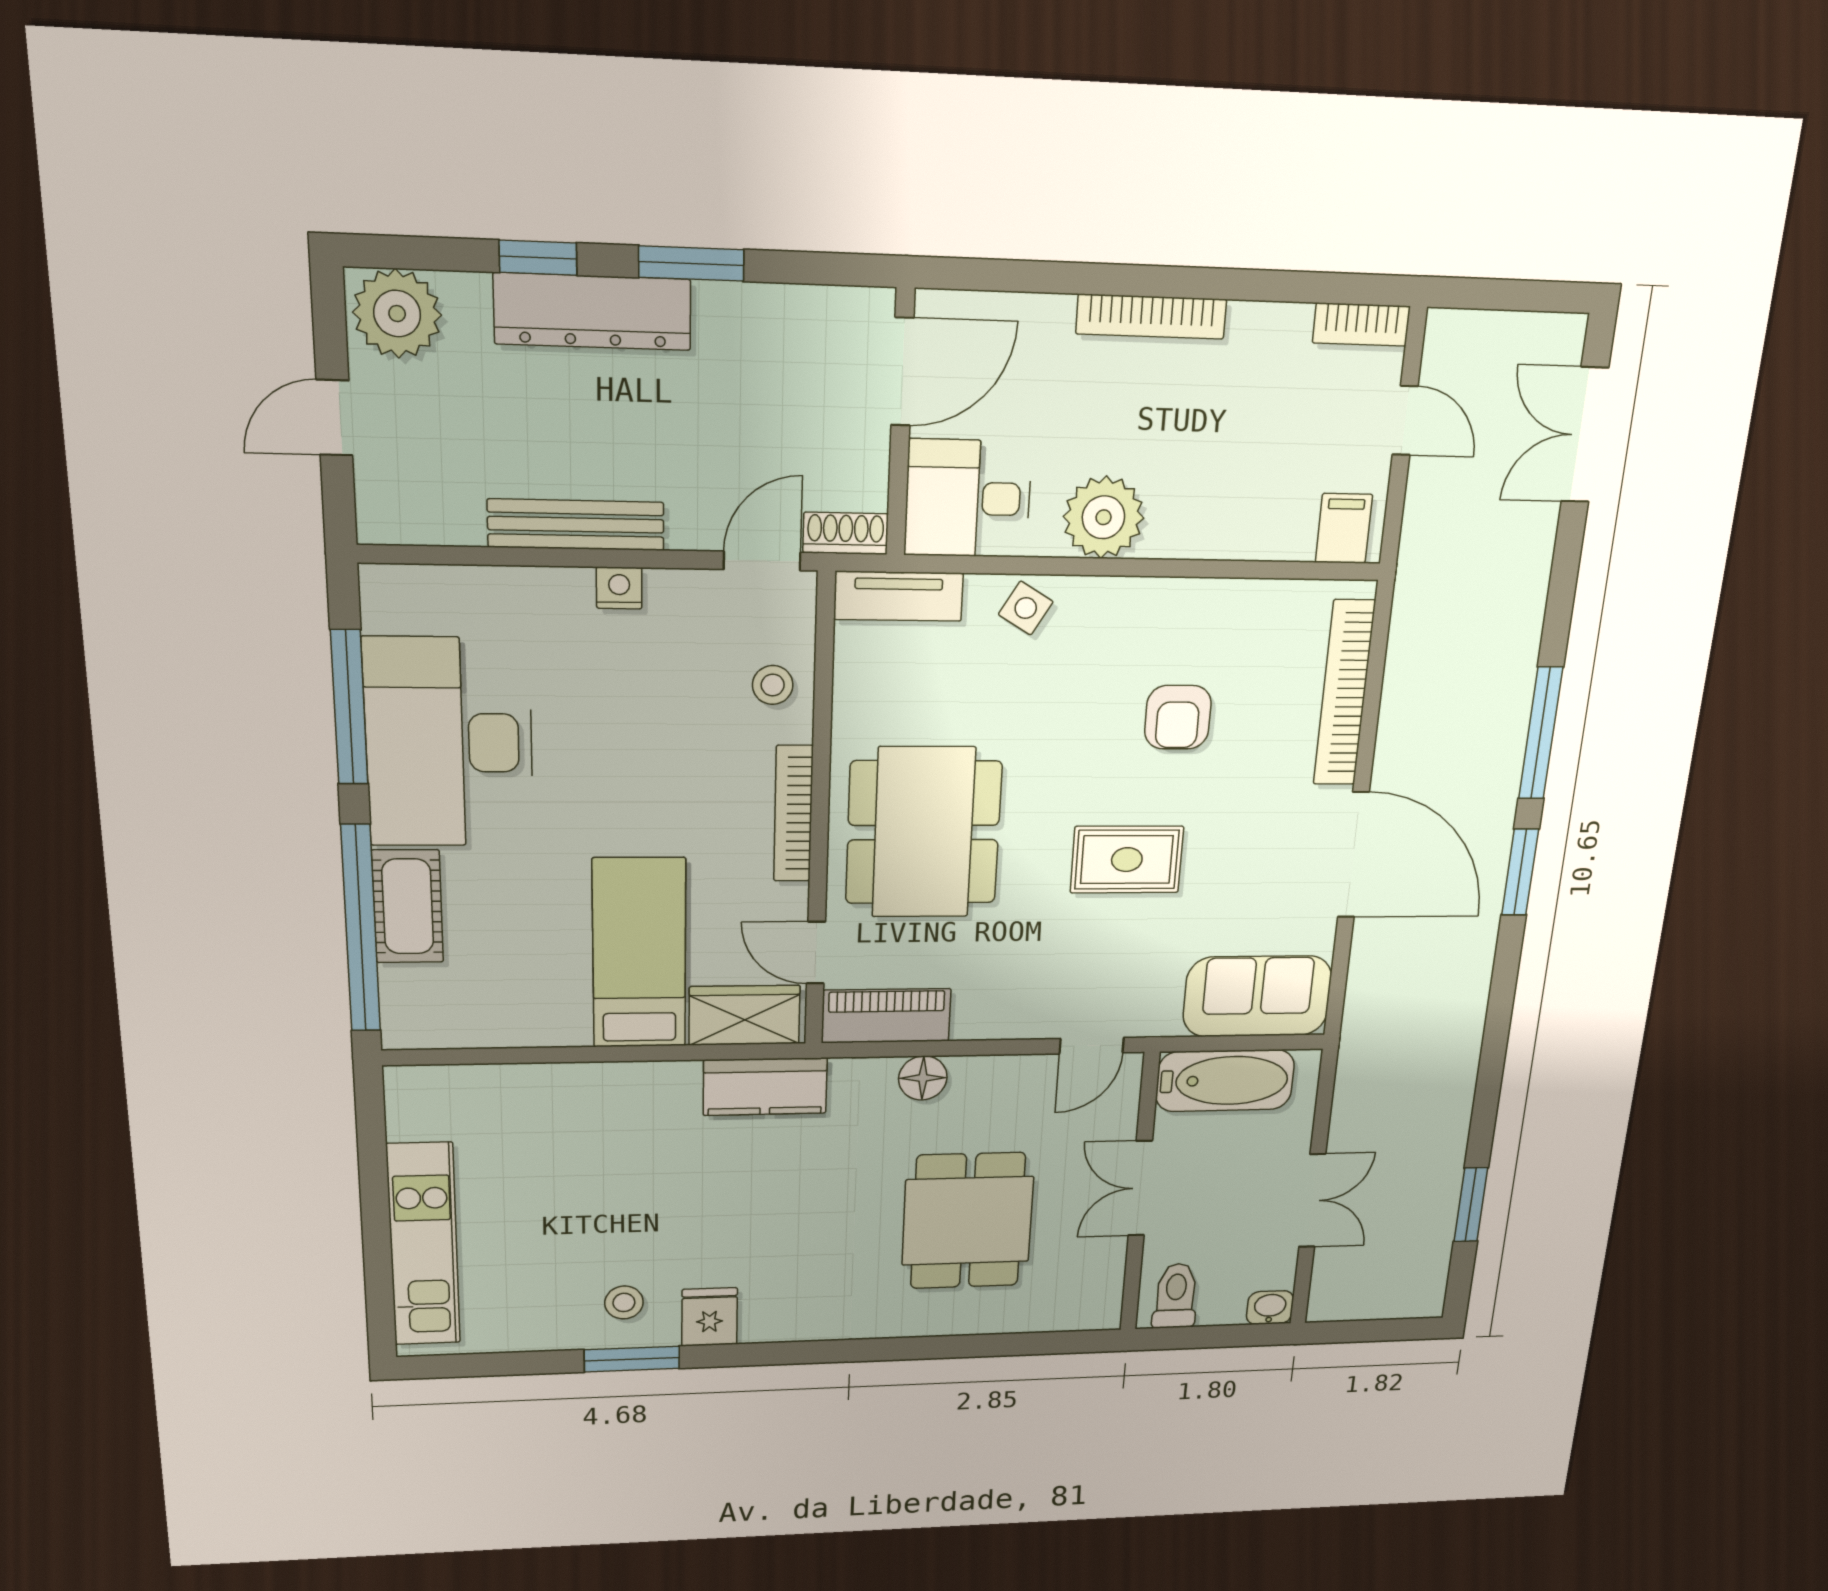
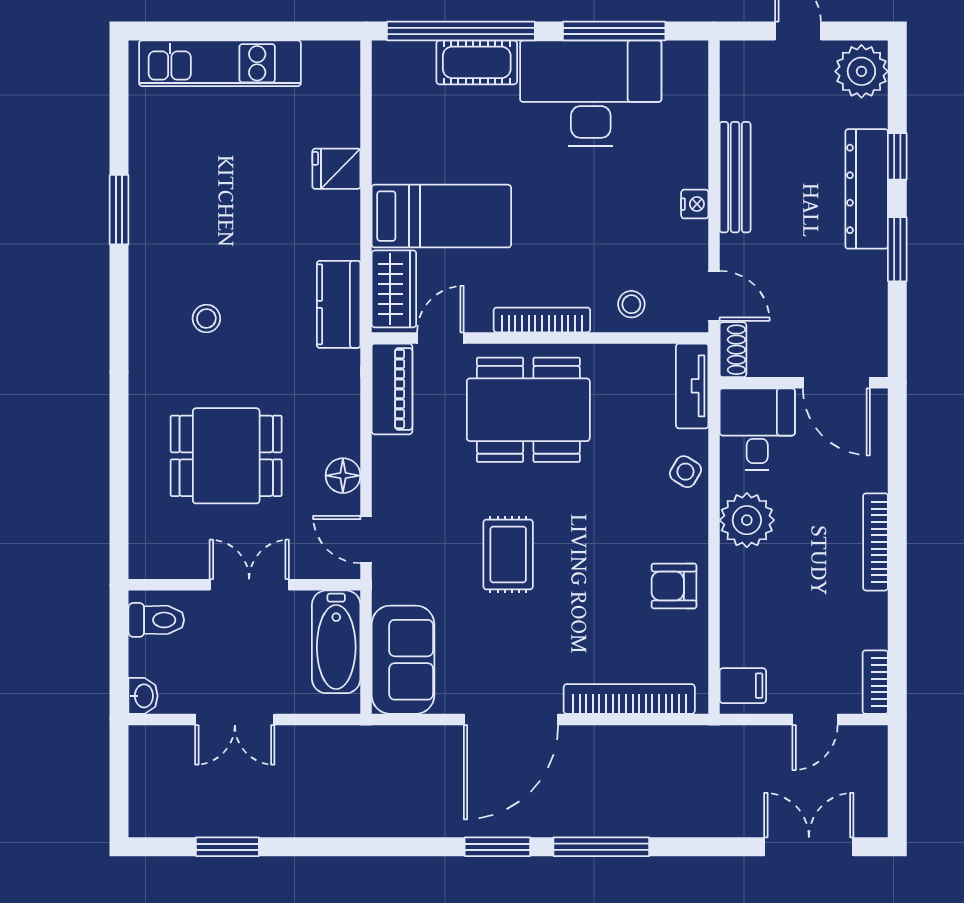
armchair: (1178, 717) -> (674, 586), moved
floor lamp: (923, 1078) -> (343, 476), moved
stool: (624, 1302) -> (206, 318), moved
fridge: (710, 1317) -> (336, 169), moved, turned 180

